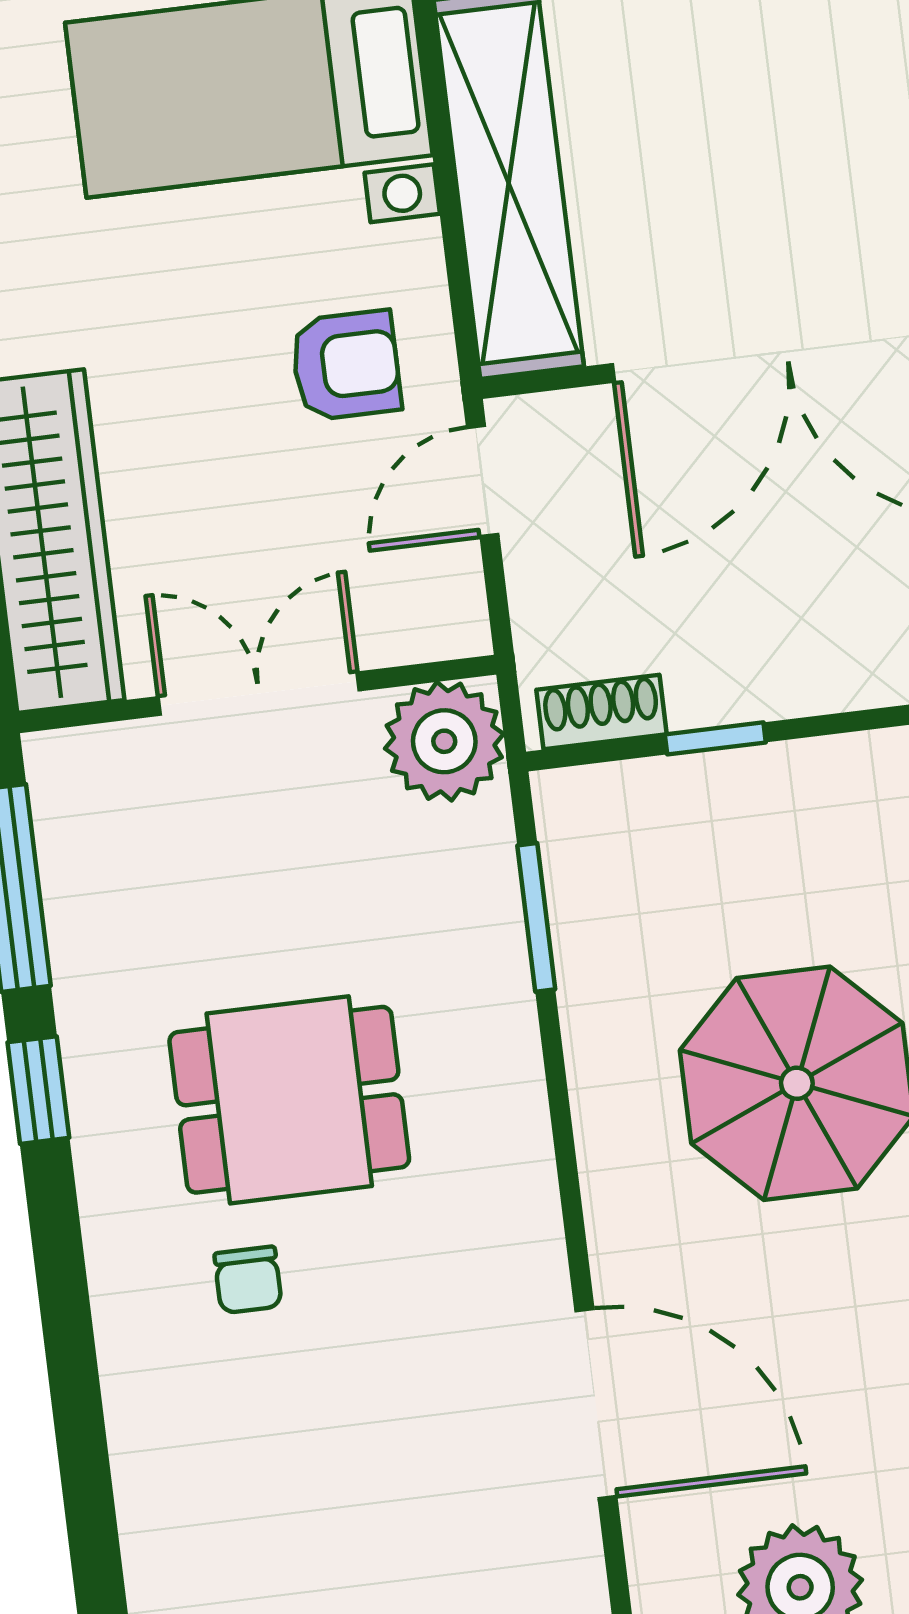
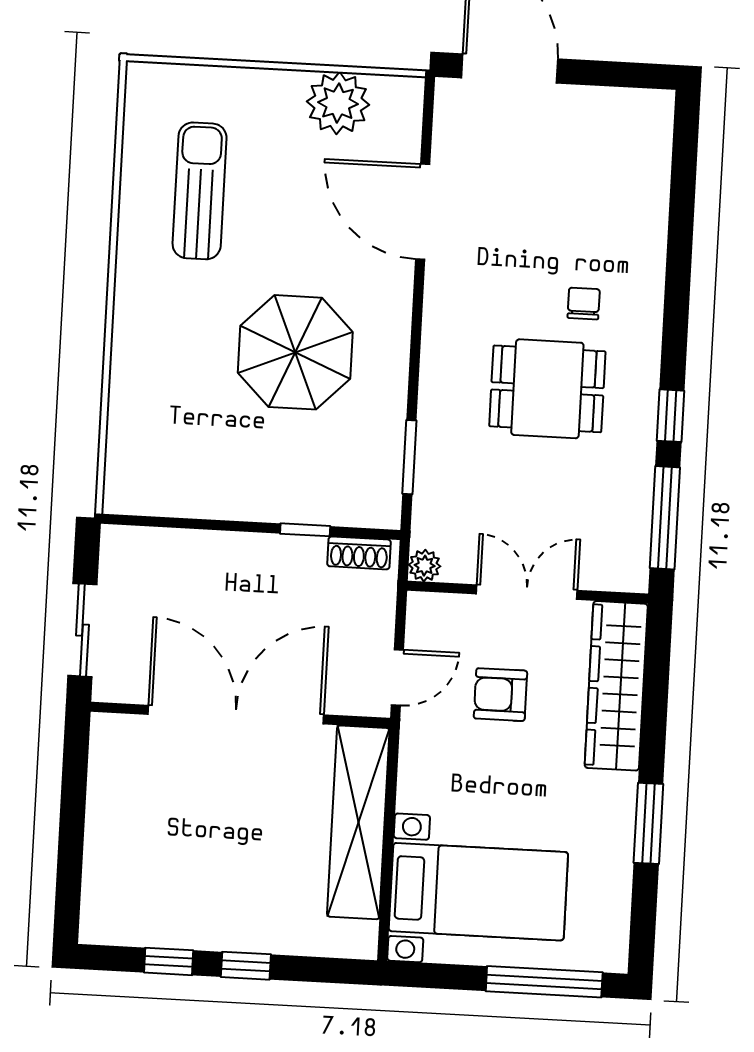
armchair: (346, 365) -> (500, 695), moved
double door: (259, 694) -> (527, 592), swing flipped
plant: (444, 741) -> (425, 566), width x0.53, depth x0.53

